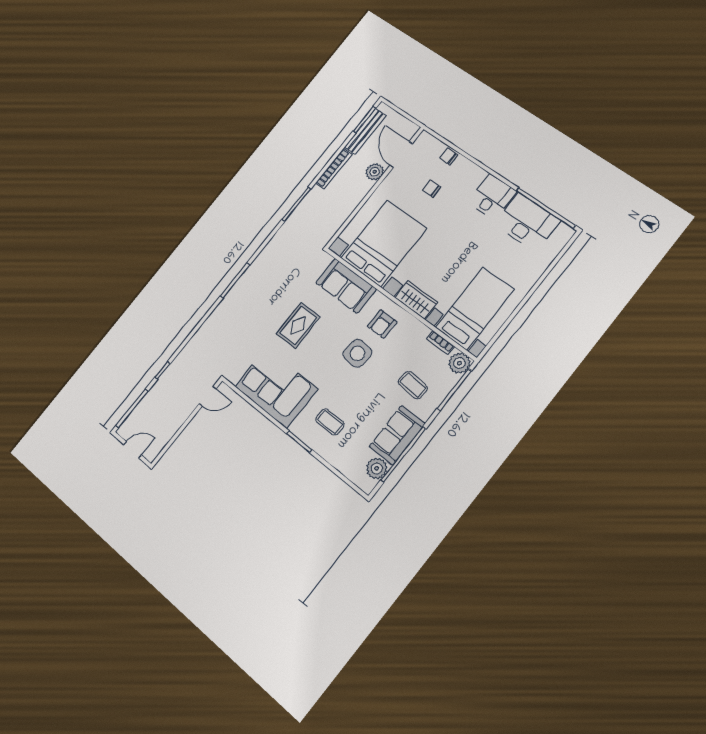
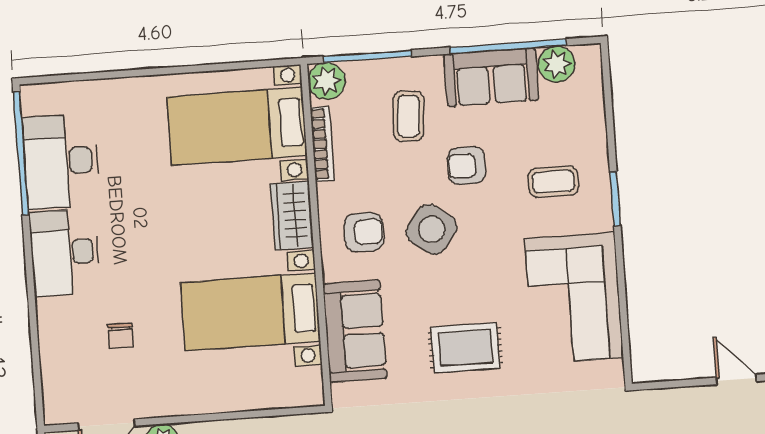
chair: (449, 156) -> (55, 353), removed
desk: (492, 197) -> (65, 252), width x1.37
bed with nightstands: (384, 243) -> (251, 312), width x0.73
bookcase: (440, 343) -> (322, 144), width x1.56
side table: (357, 353) -> (432, 229), turned 31
armchair: (370, 391) -> (467, 166), added
door: (208, 396) -> (737, 379), moved
coffee table: (330, 422) -> (553, 182), turned 90

